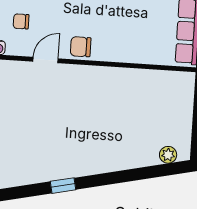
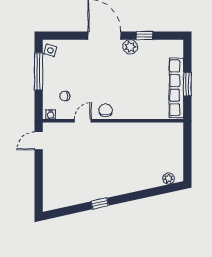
chair: (81, 47) -> (106, 110), turned 90

